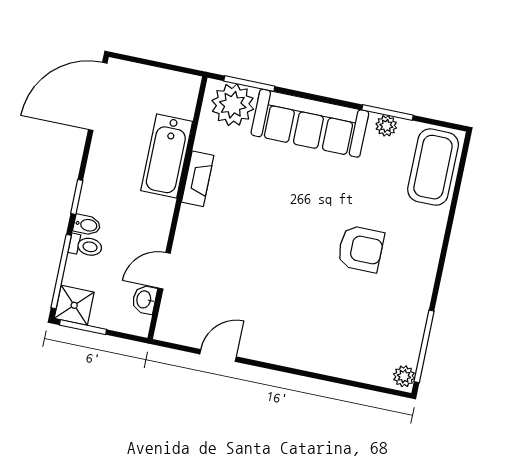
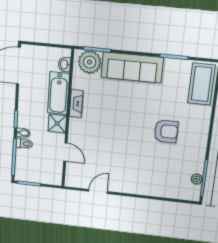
plant: (386, 126) -> (174, 64), removed
door: (164, 271) -> (65, 152), swing flipped
washbasin: (144, 300) -> (64, 64), moved
shower: (74, 305) -> (57, 124), moved
plant: (404, 376) -> (197, 179), moved

